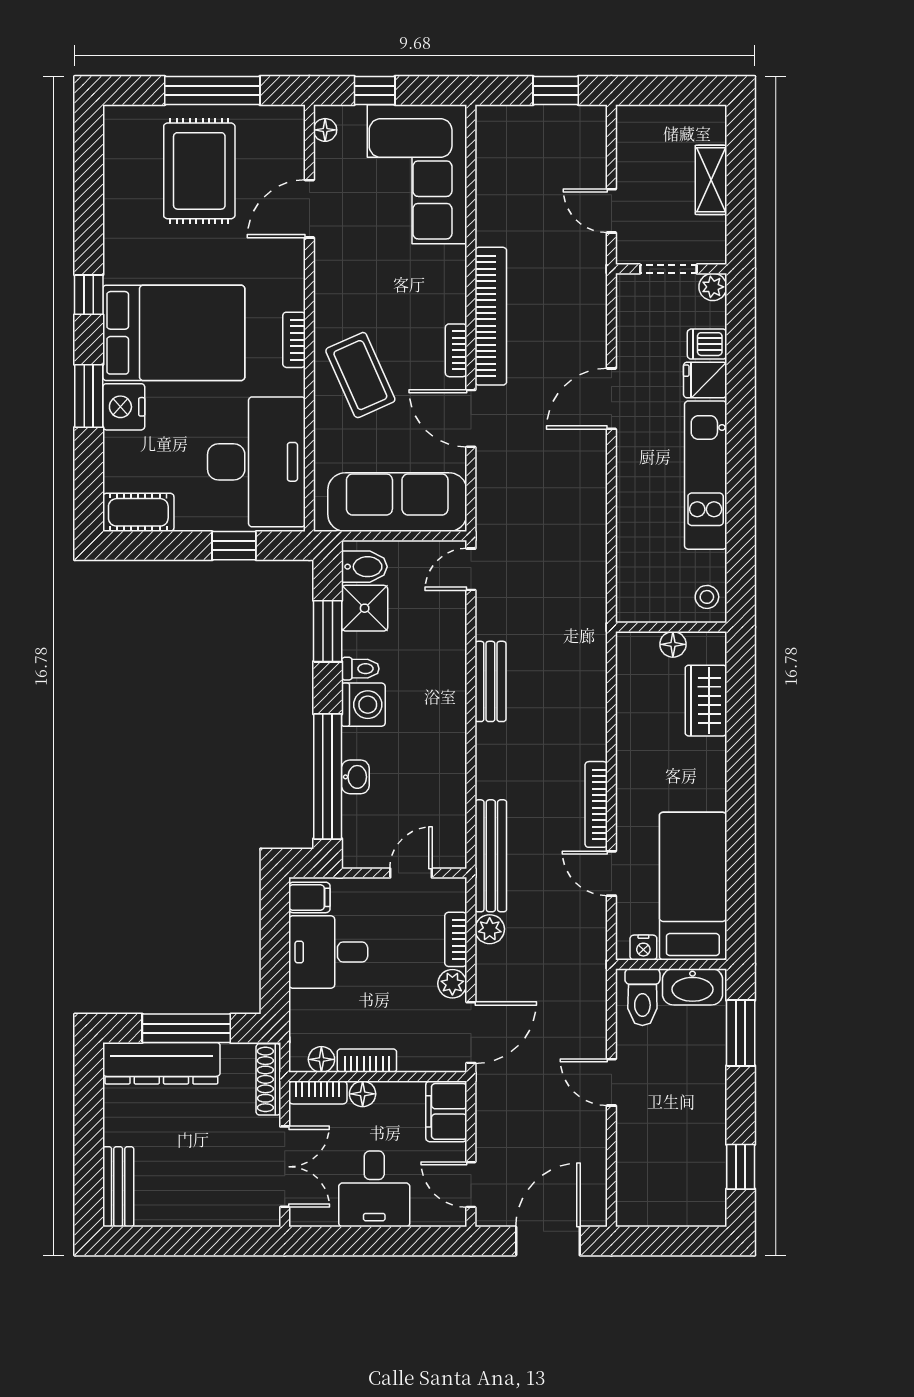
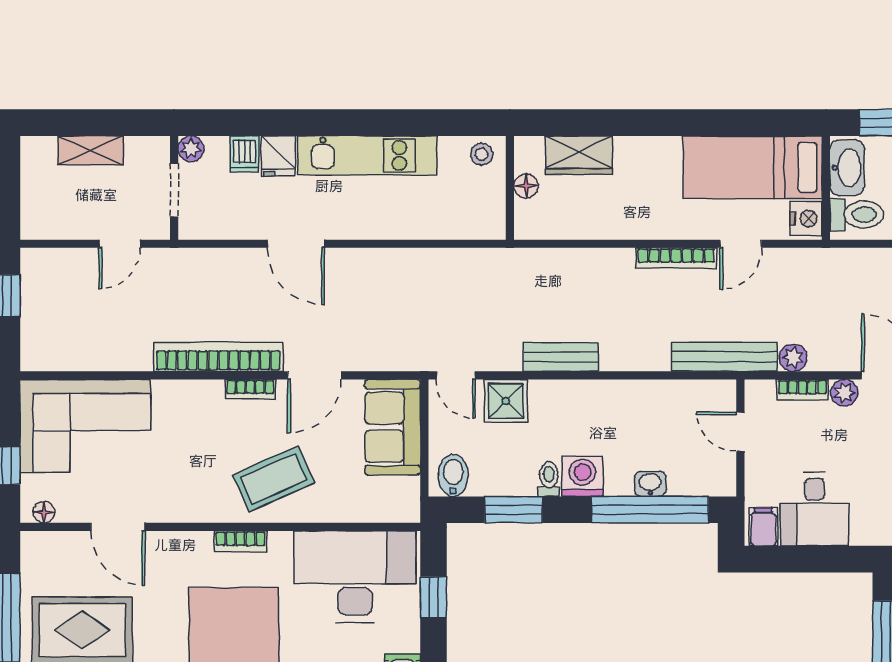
sofa: (397, 502) -> (393, 427), width x0.73
shower: (365, 608) -> (506, 401), moved
nightstand: (643, 948) -> (806, 219), width x1.39, depth x1.35

